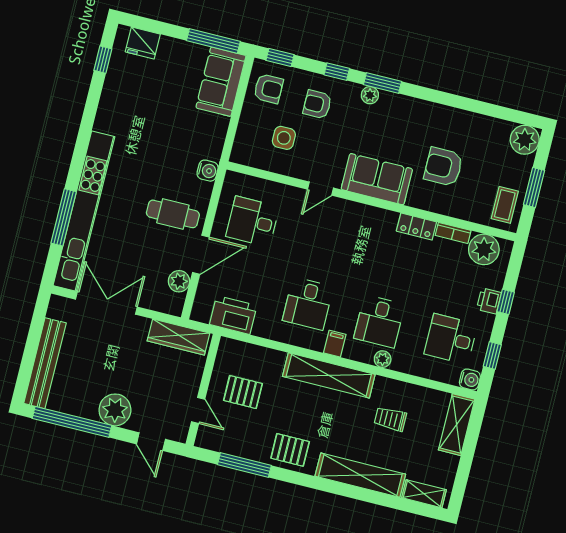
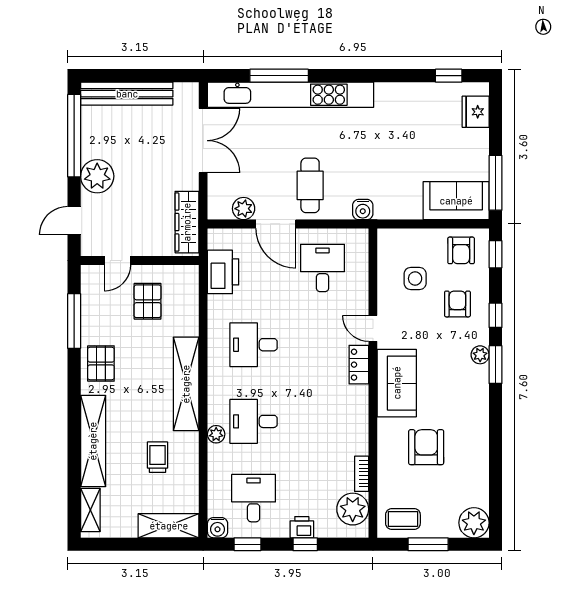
locker: (416, 226) -> (359, 365), moved
filing cabinet: (335, 344) -> (220, 382), removed

